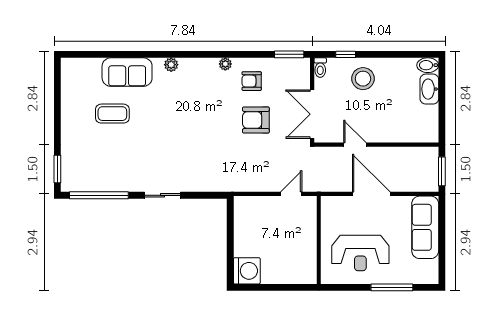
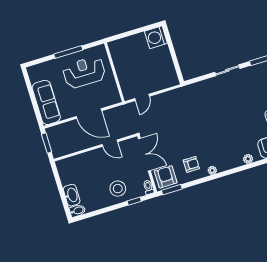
armchair: (256, 120) -> (166, 177), moved, turned -90
window: (392, 287) -> (68, 52), moved

